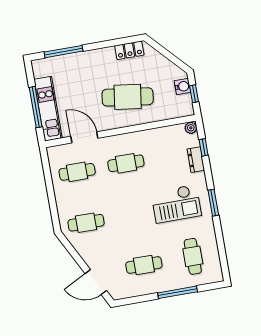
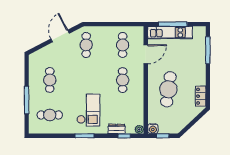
water cooler: (182, 86) -> (153, 129), moved
checkout: (176, 204) -> (88, 110), turned 180
door: (96, 282) -> (60, 36), moved

